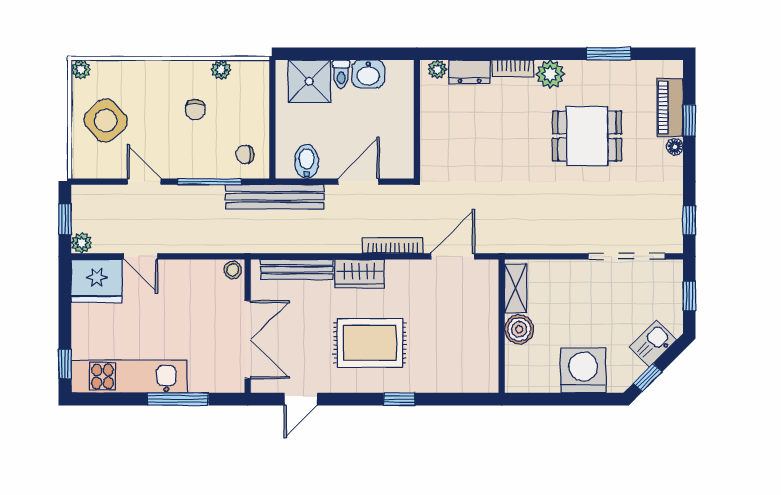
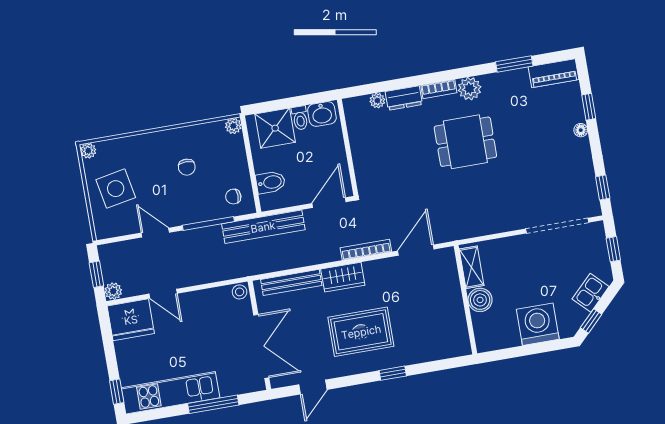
plant: (221, 70) -> (233, 126), moved
piano: (670, 108) -> (553, 73), moved, turned -90
wall: (417, 119) -> (348, 147), moved
side table: (106, 121) -> (116, 189), turned 31
dining table: (587, 136) -> (465, 142), moved
bidet: (307, 162) -> (271, 182), moved, turned 90

